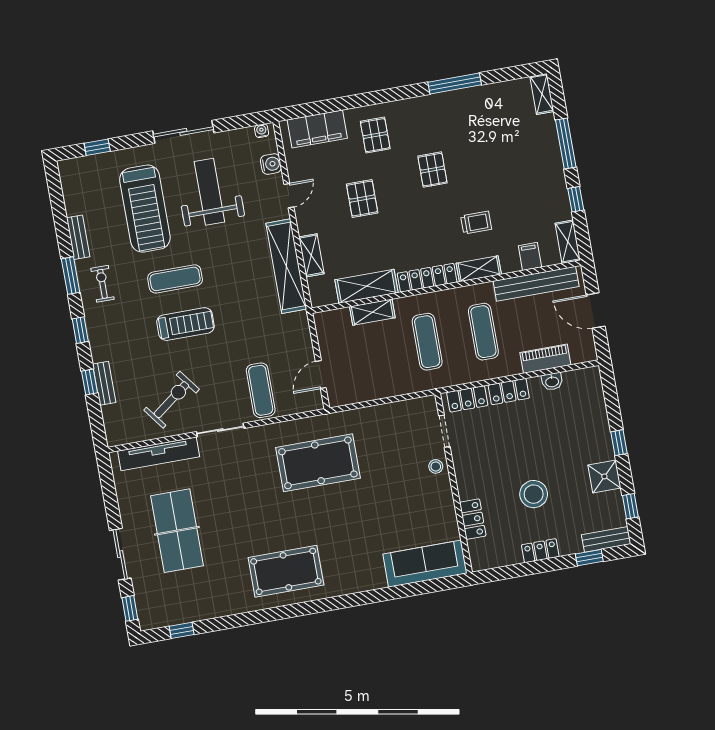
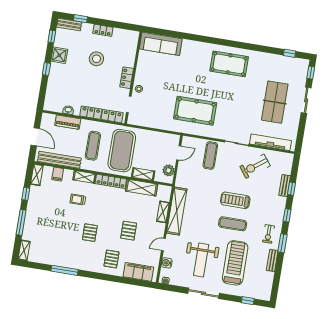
plant: (328, 336) -> (169, 170), added
exercise mat: (427, 342) -> (122, 151), width x2.00, depth x1.45
locker: (473, 519) -> (127, 78), moved

